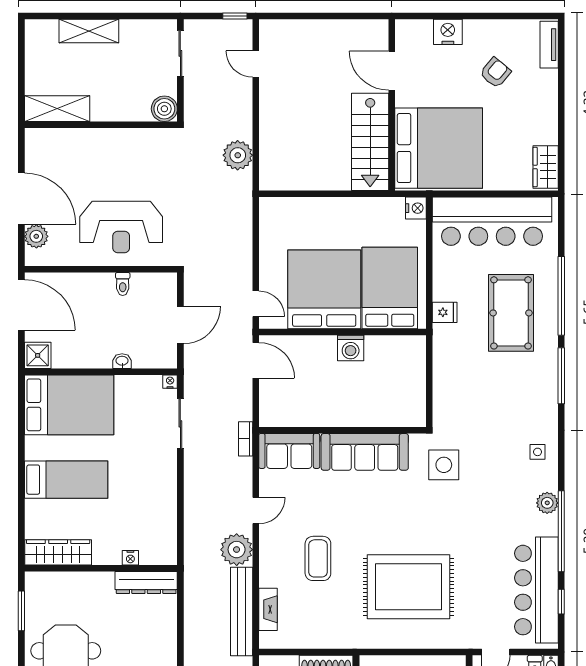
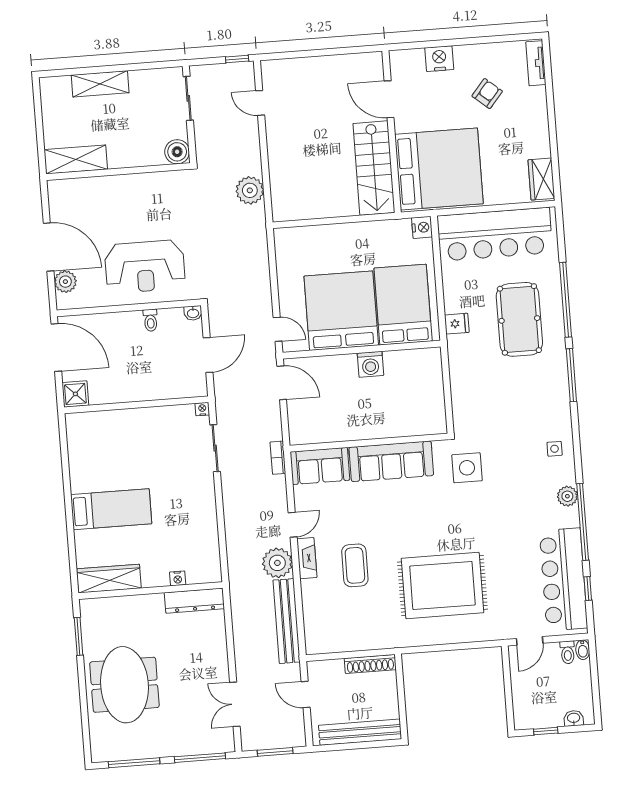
washbasin: (122, 361) -> (193, 313), moved, turned 180
bed: (69, 405) -> (109, 438), removed
fireplace: (268, 609) -> (307, 558), moved

